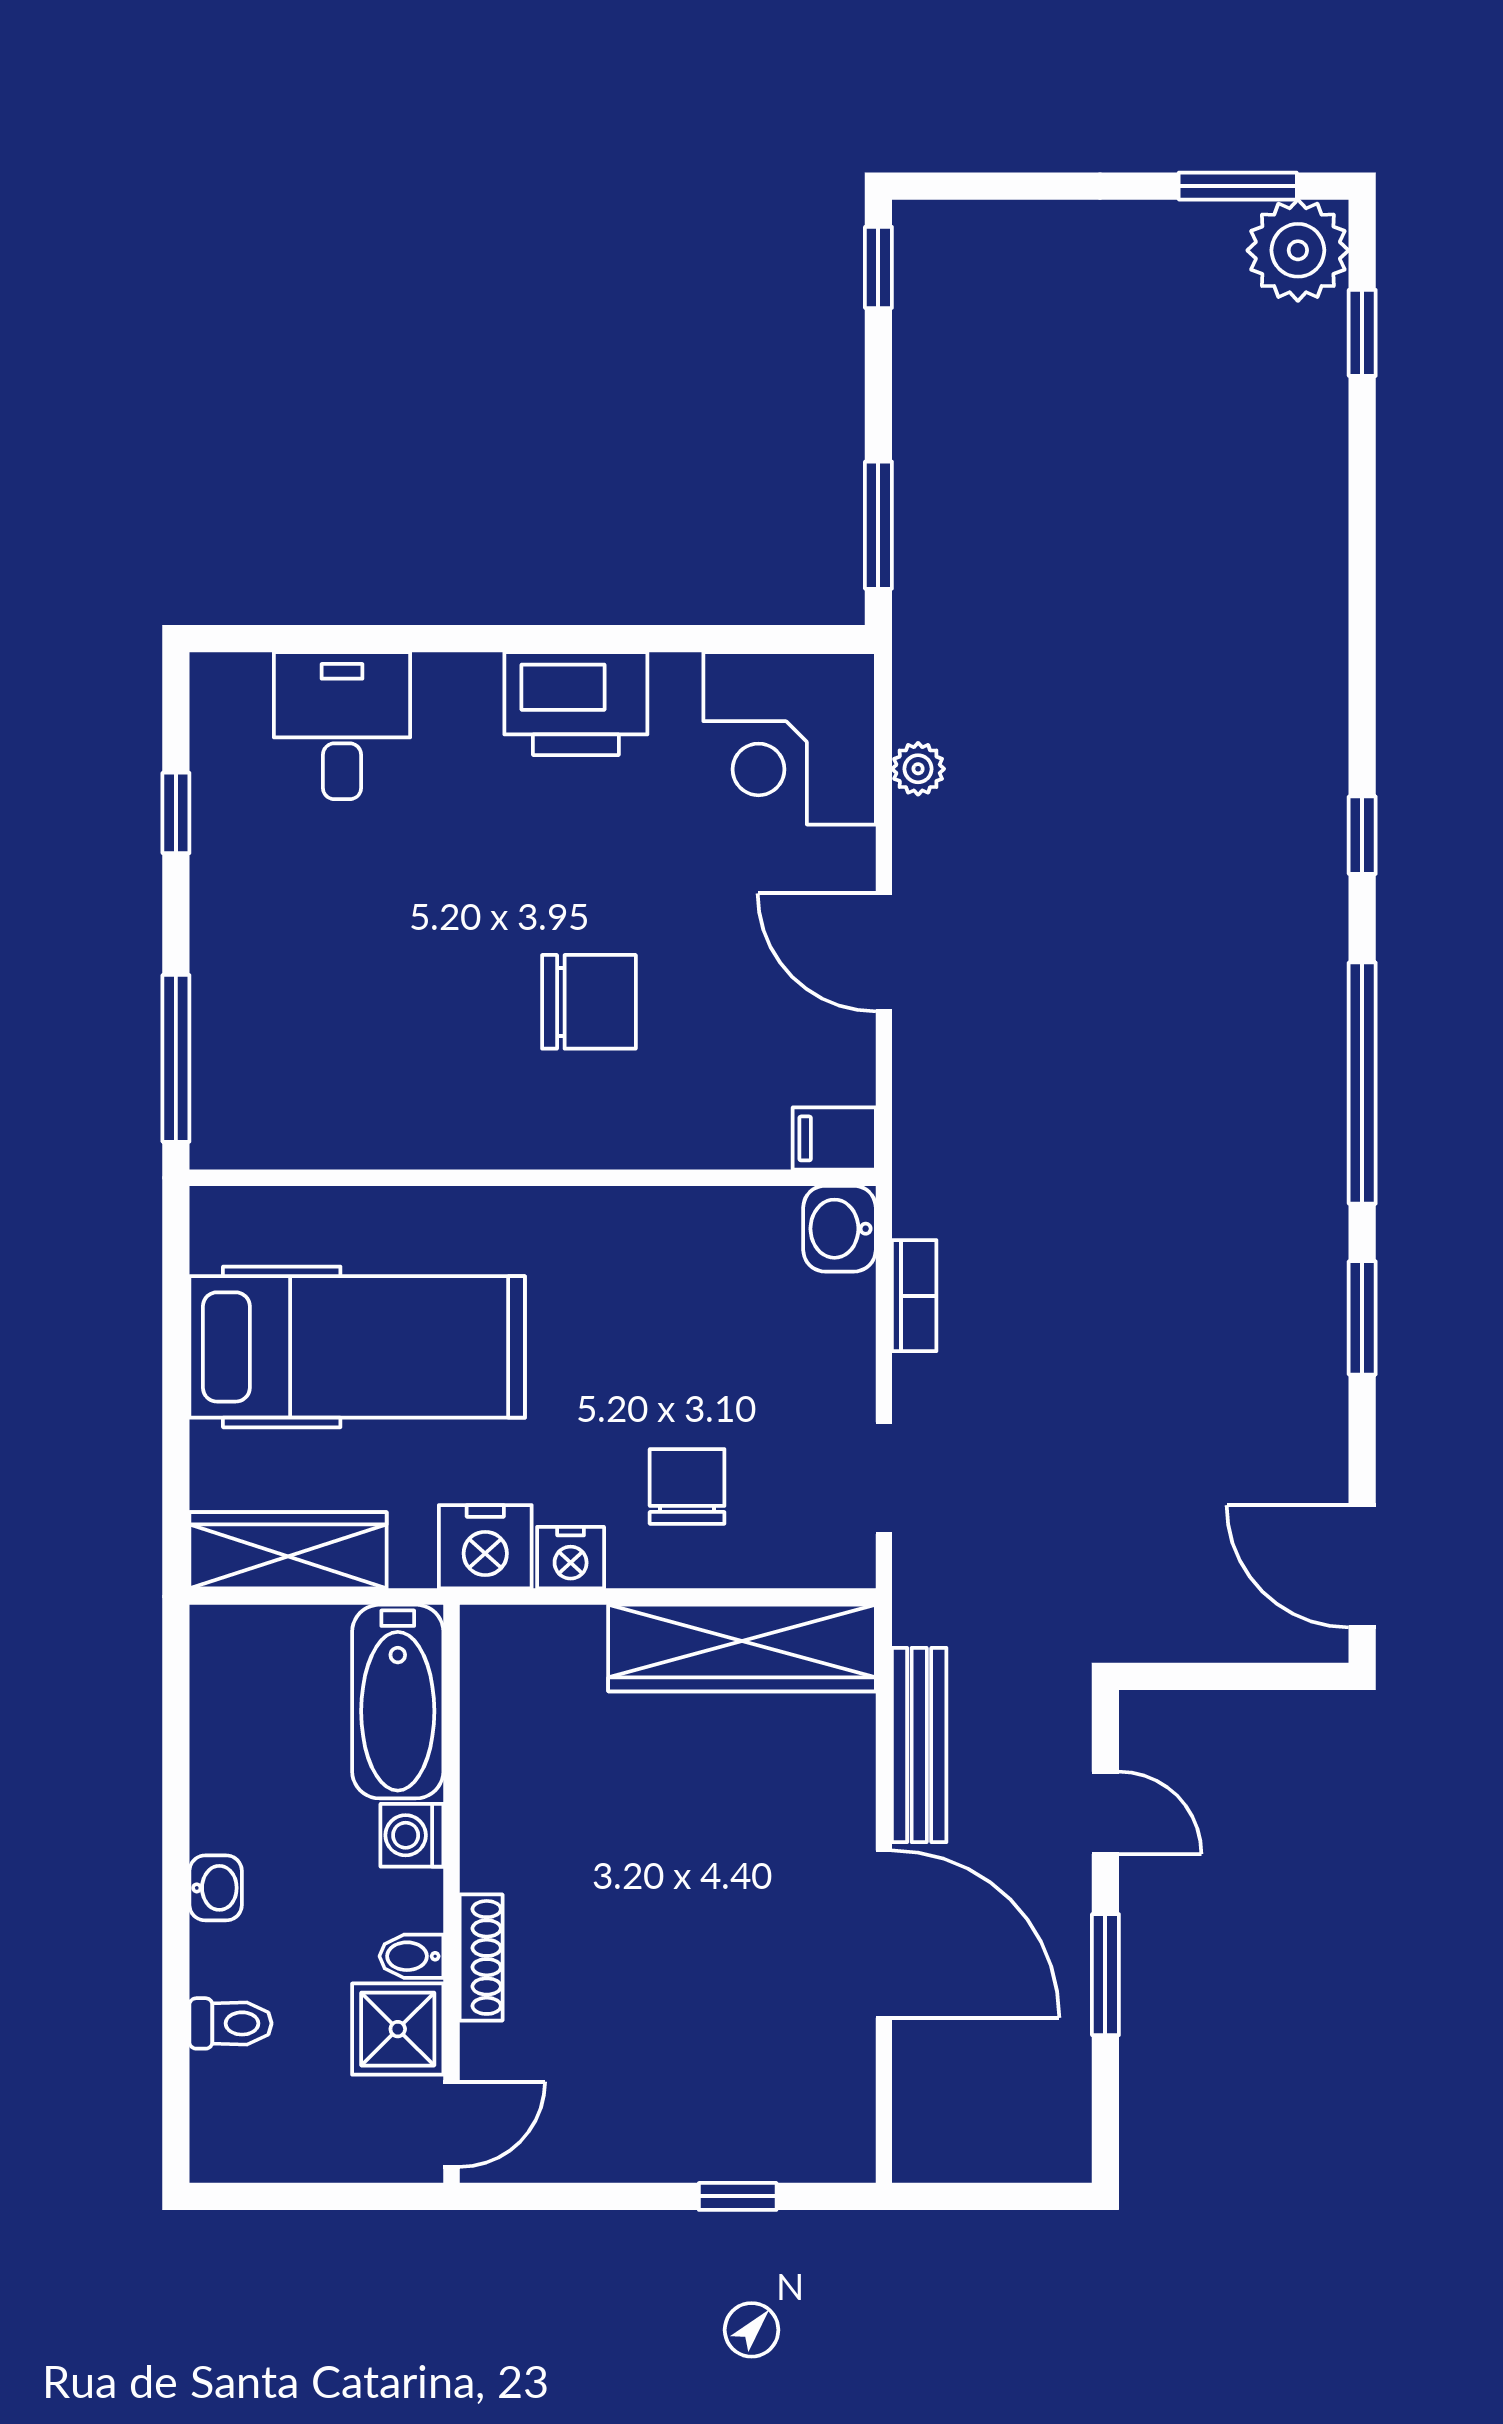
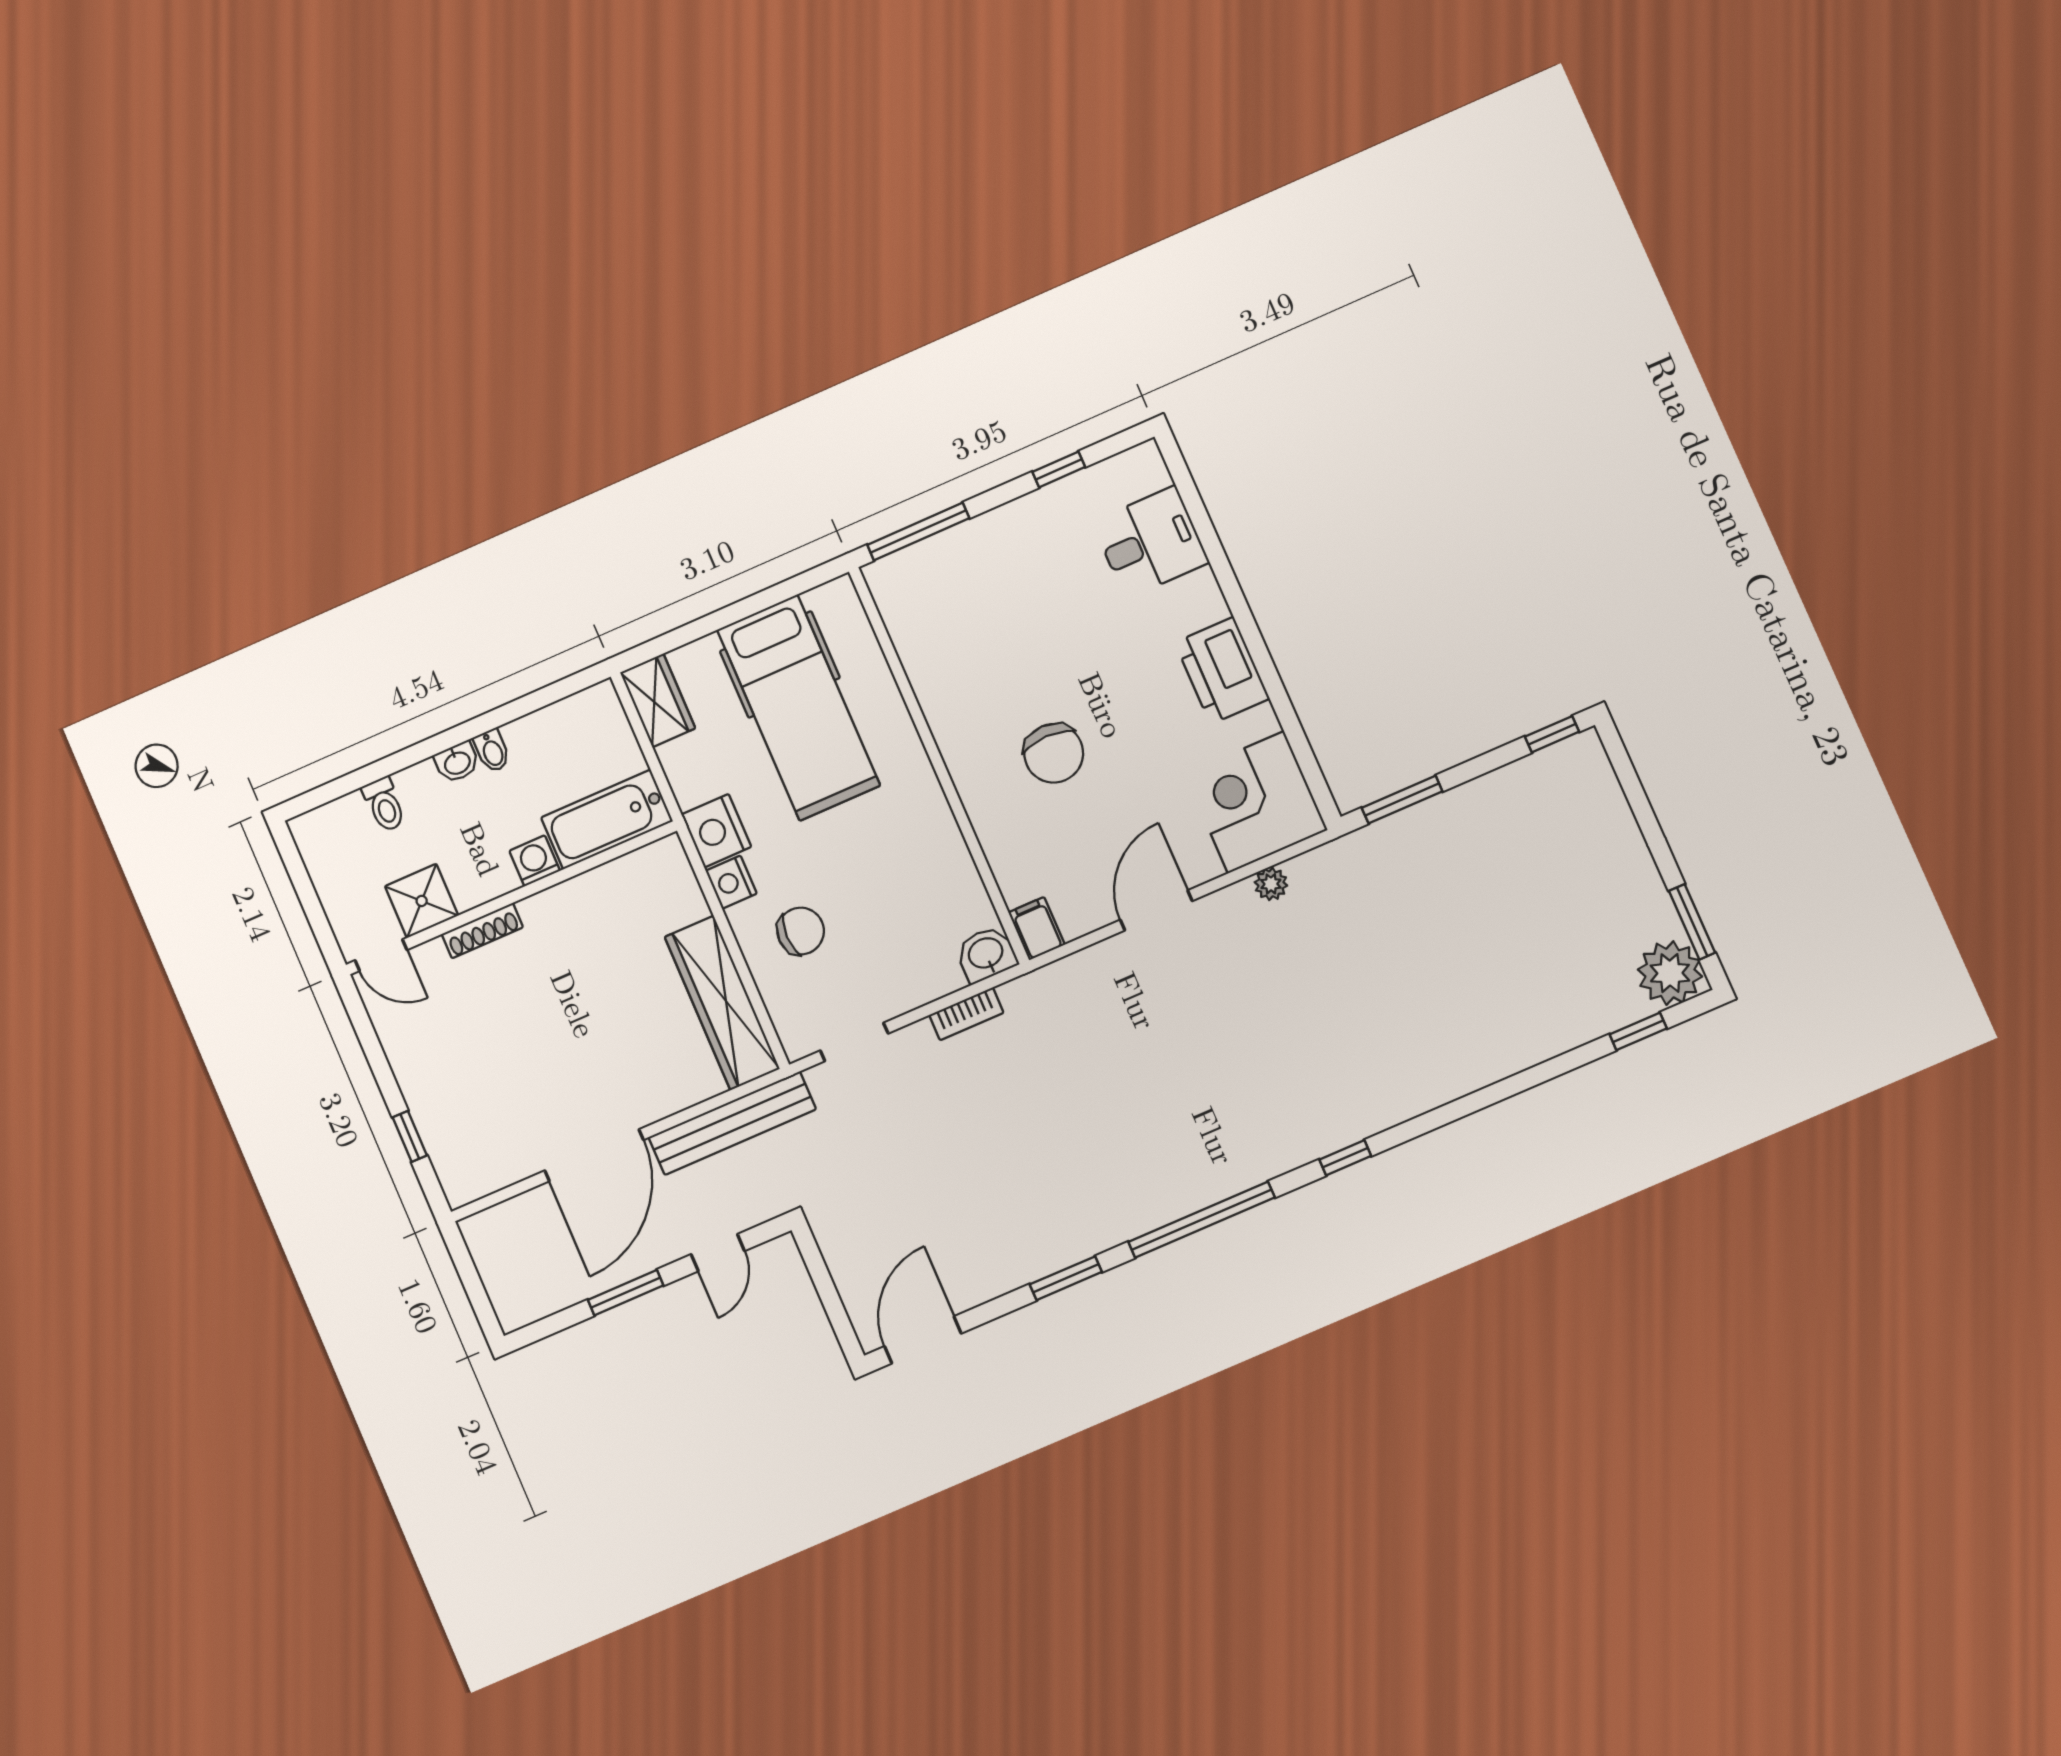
wardrobe: (288, 1550) -> (658, 700), width x0.67
bench: (919, 1745) -> (732, 1123), width x1.37, depth x1.21
bidet: (411, 1956) -> (492, 751), moved, turned 180

